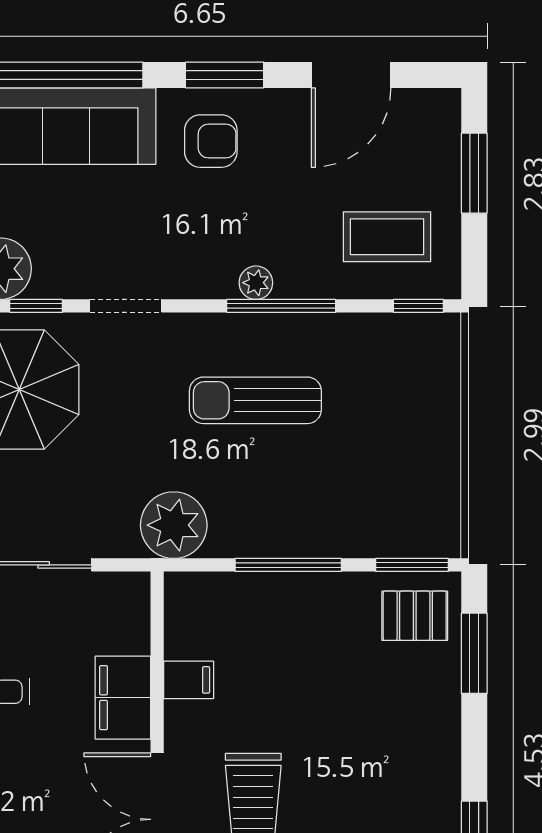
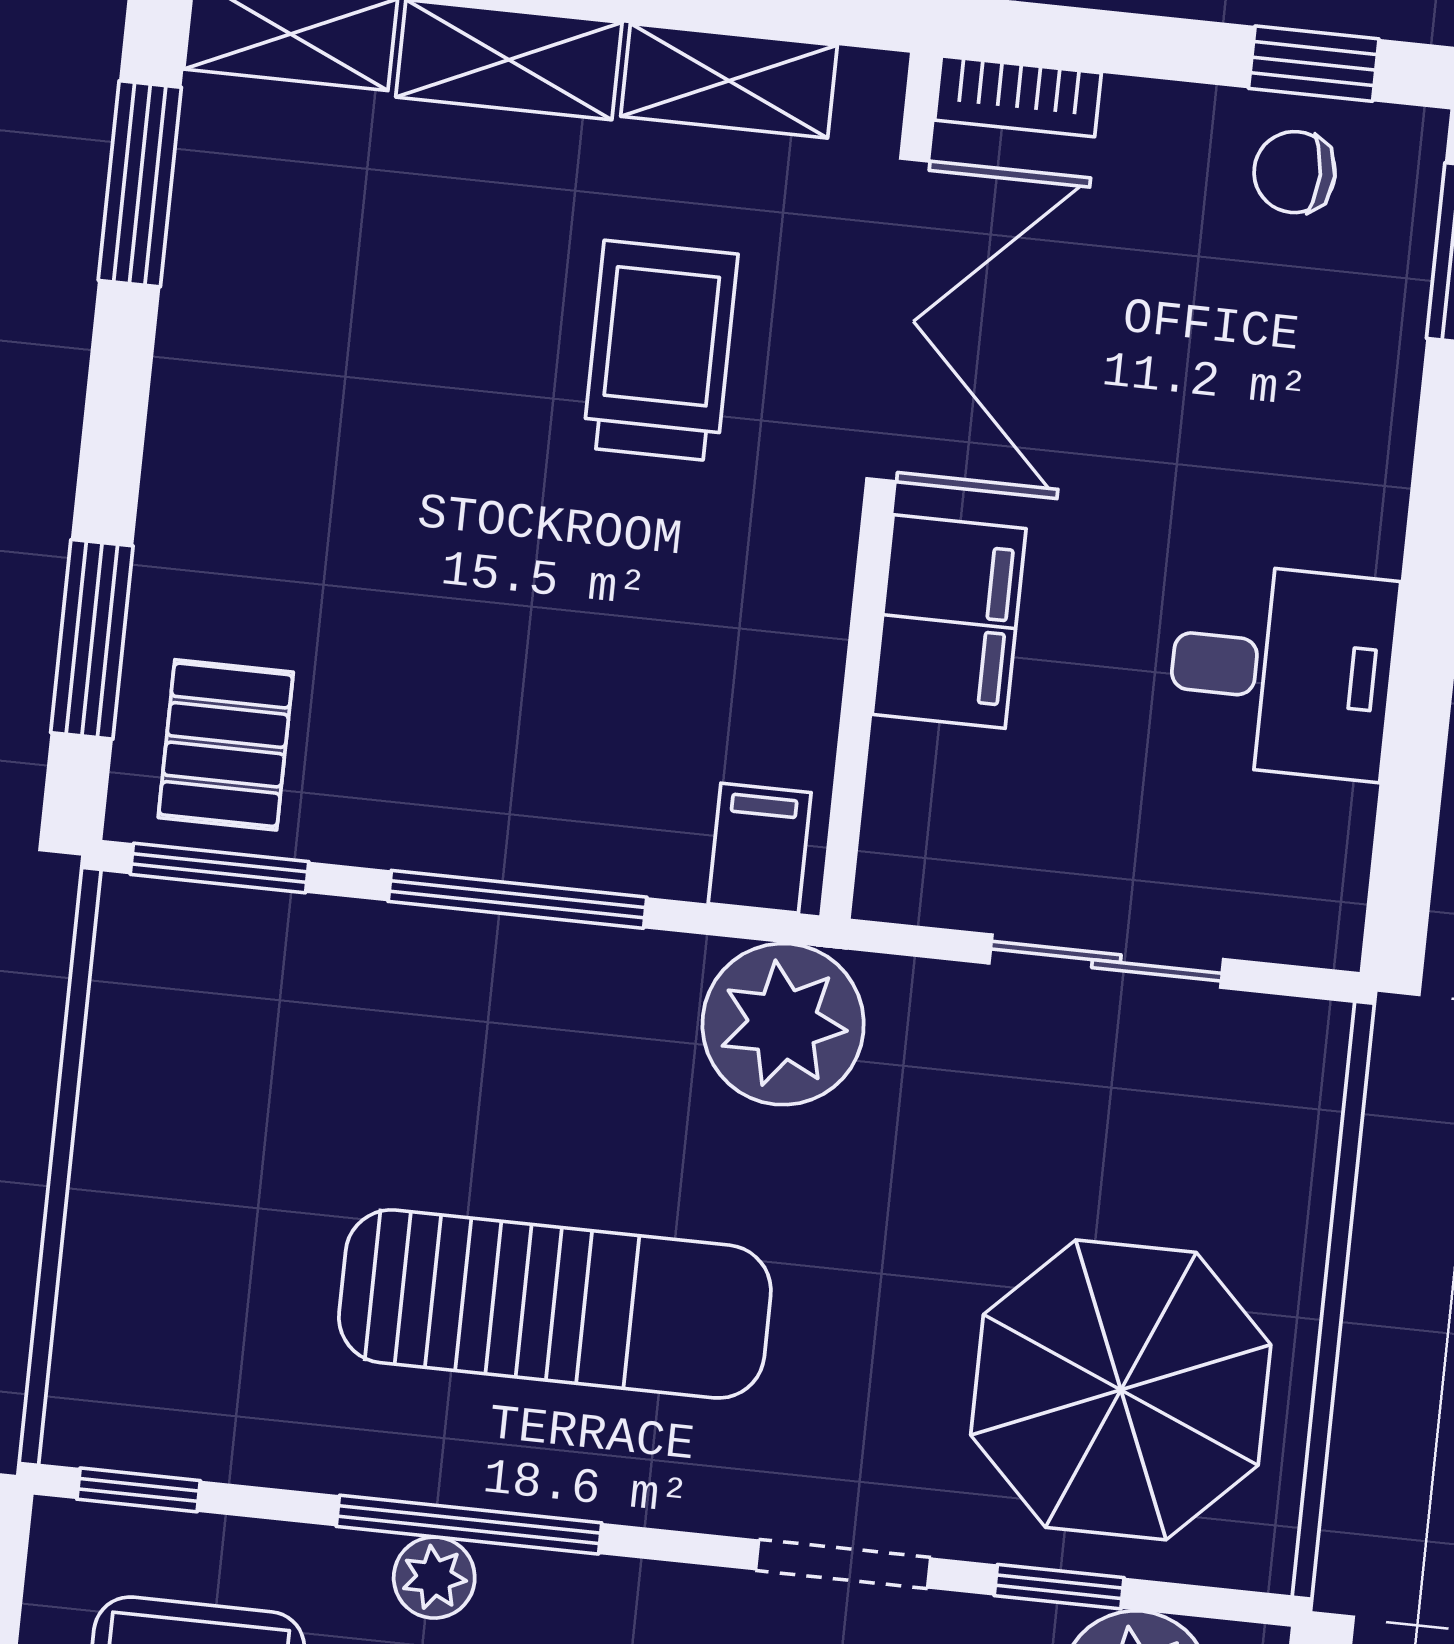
plant: (256, 283) -> (434, 1578), moved
sun lounger: (255, 400) -> (555, 1304), width x1.36, depth x1.34
pallet: (415, 616) -> (226, 745), turned 90
filing cabinet: (189, 680) -> (760, 848), moved, turned 90

